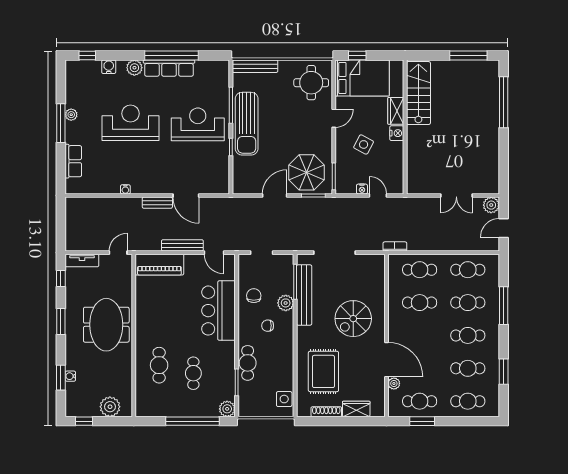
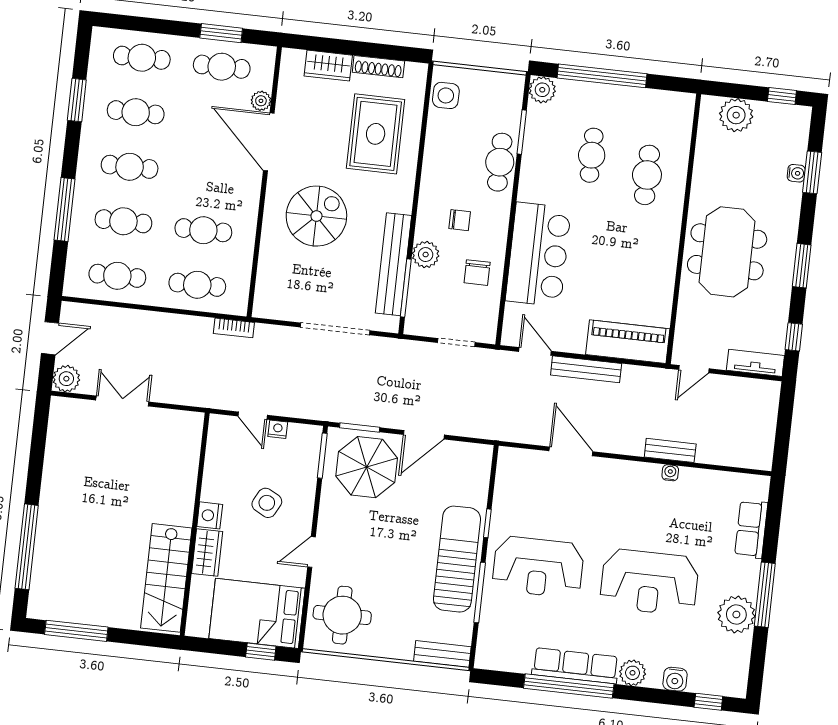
bench: (255, 66) -> (442, 654), width x0.73
plant: (71, 115) -> (736, 614), width x1.88, depth x1.88
bench: (157, 203) -> (670, 450), moved

